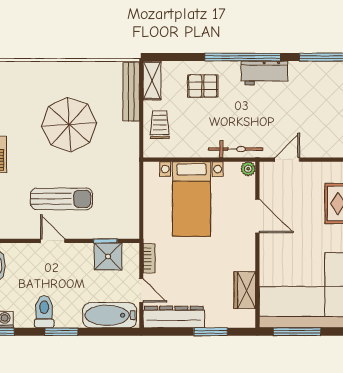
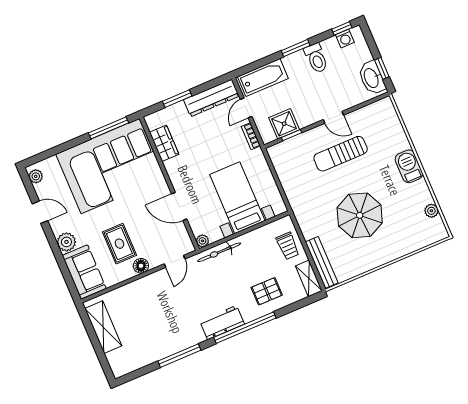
floor lamp: (325, 170) -> (141, 266), added
door: (141, 290) -> (246, 108), hinge flipped

